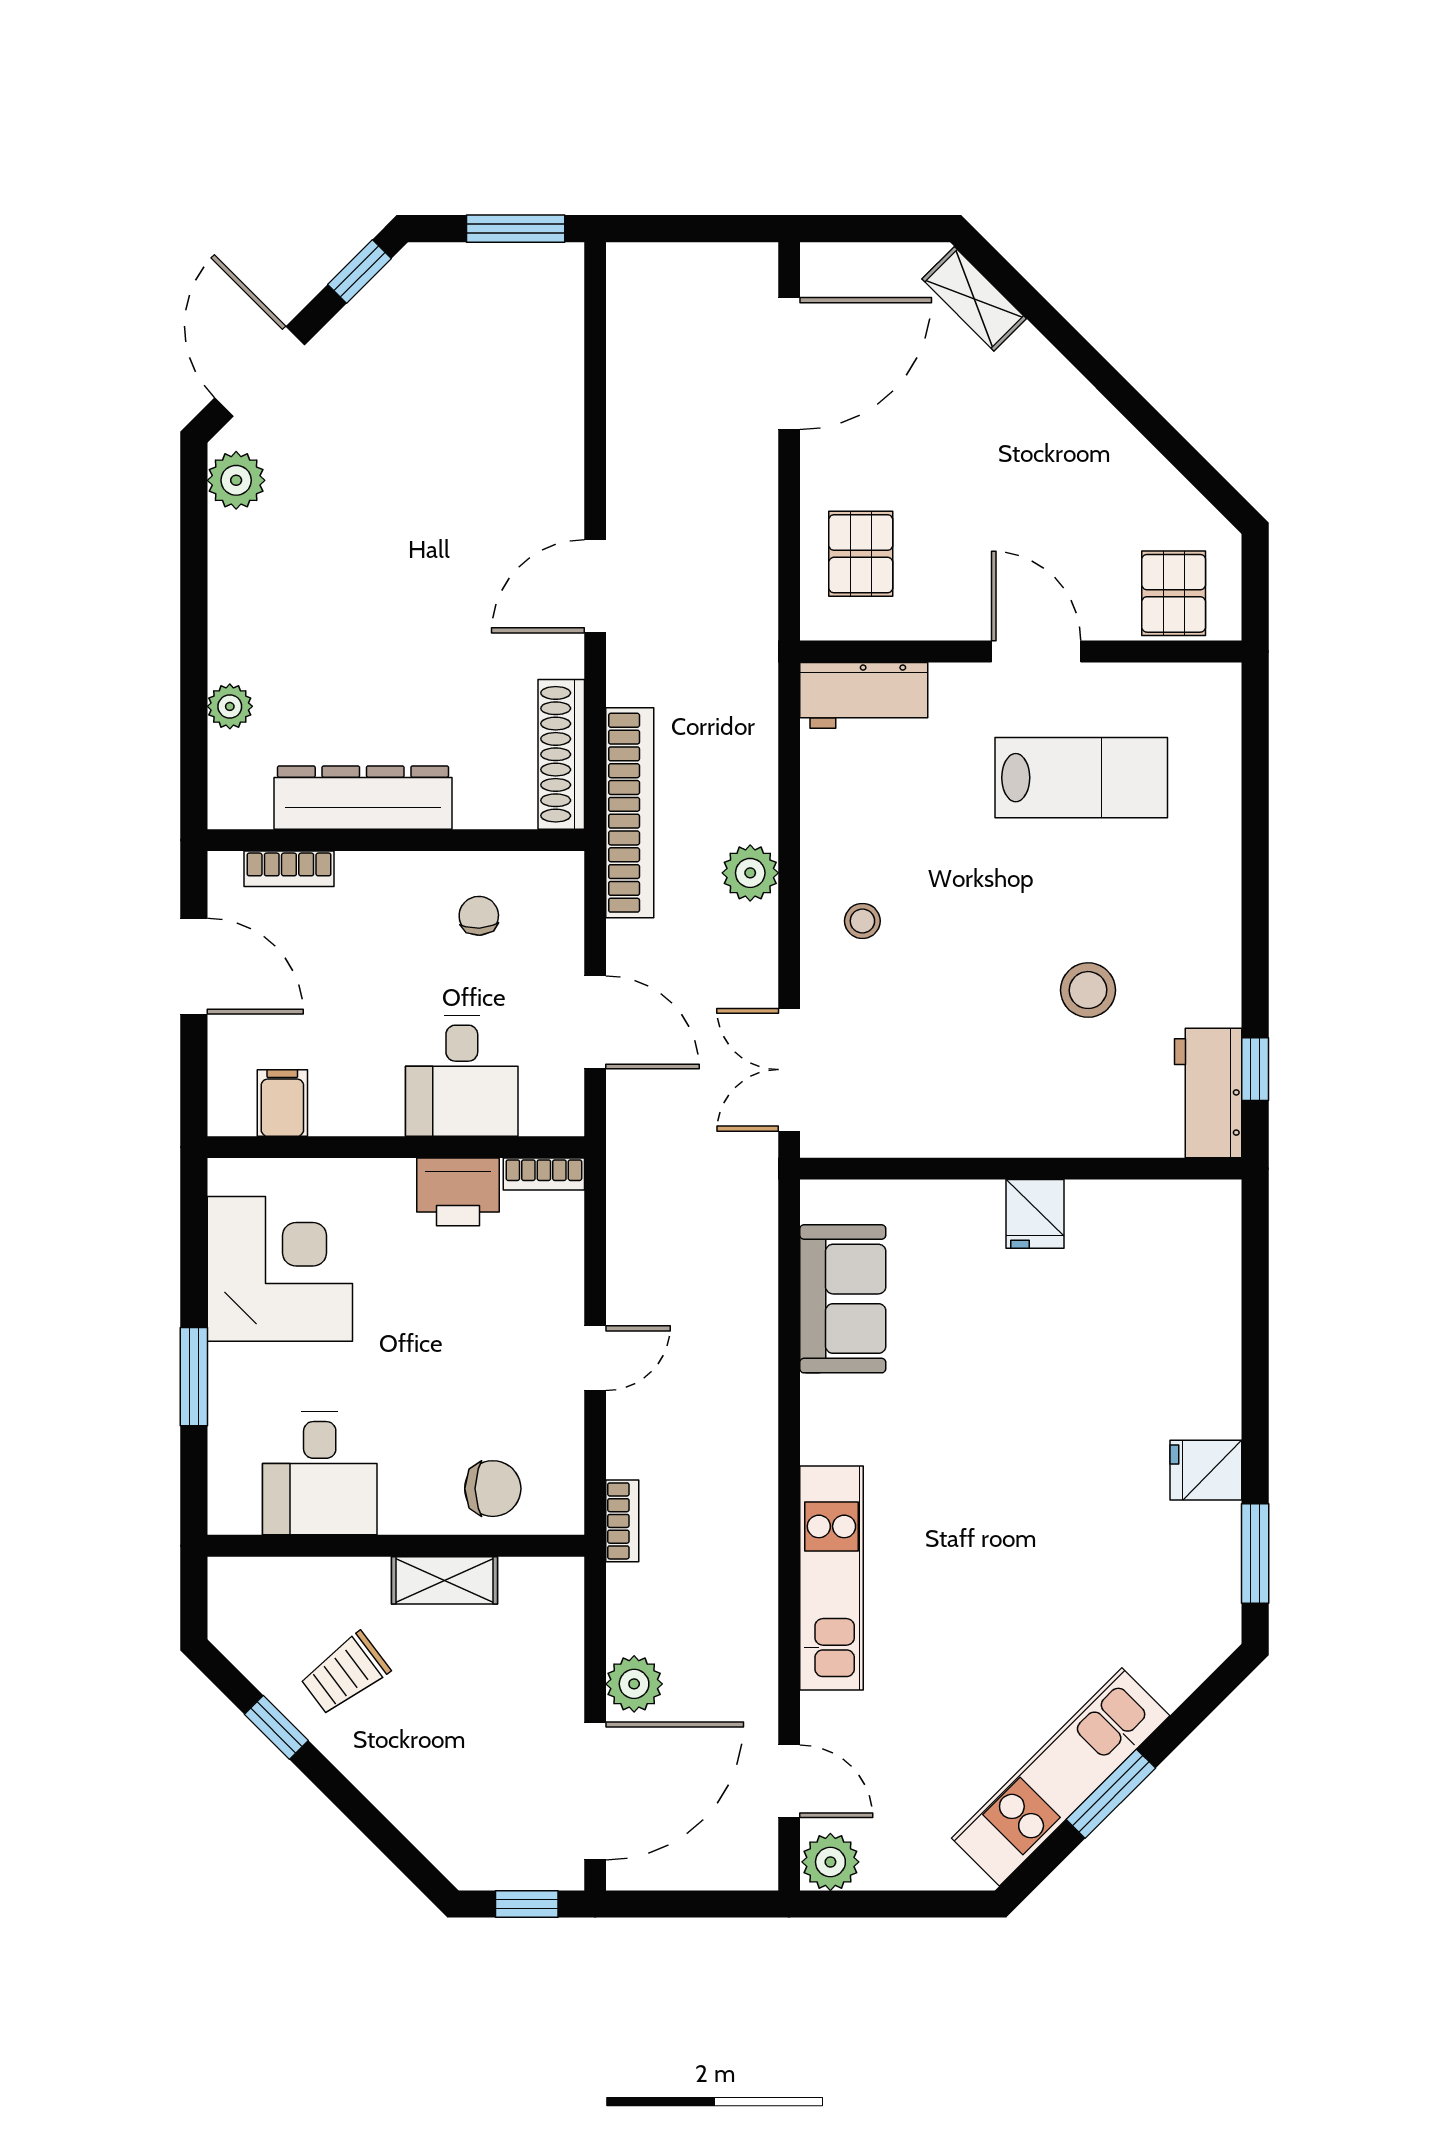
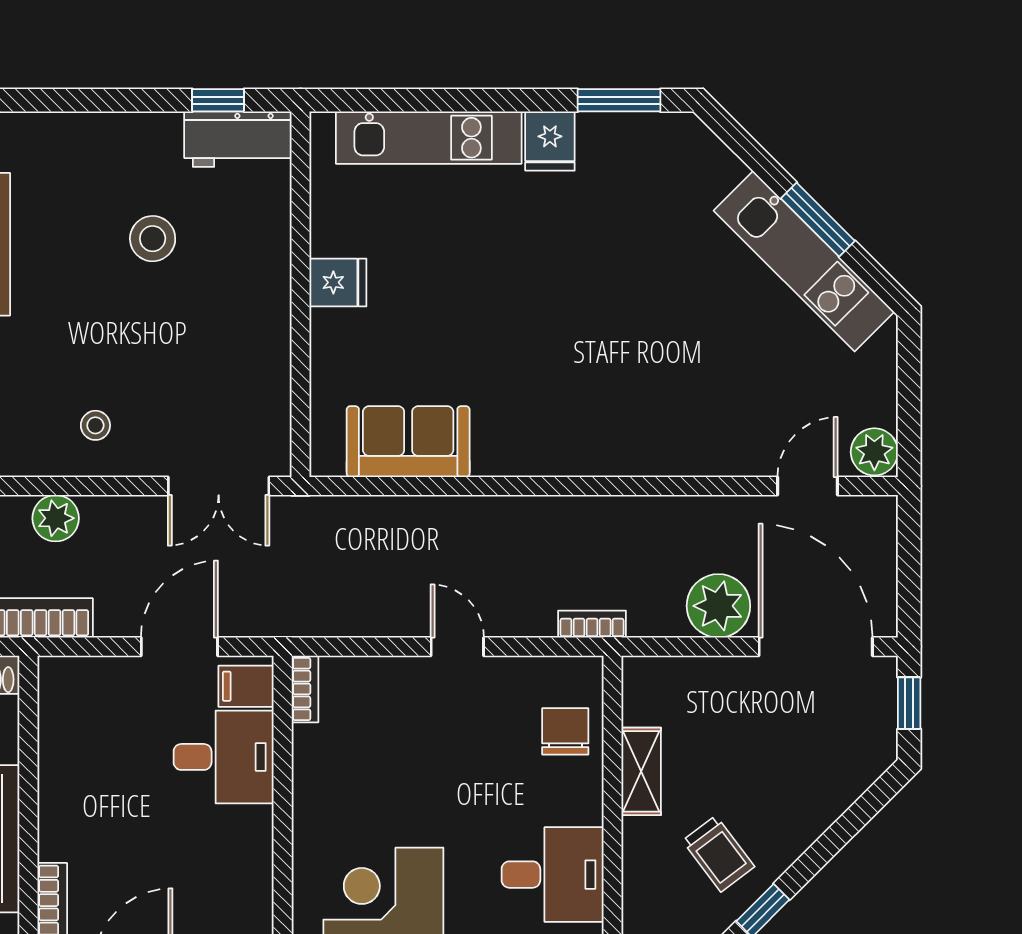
chair: (479, 916) -> (91, 743), removed
filing cabinet: (282, 1103) -> (246, 686), moved
printer: (458, 1192) -> (320, 760), removed
kitchen unit: (831, 1578) -> (429, 138), moved, turned 180
plant: (634, 1684) -> (718, 606), width x1.36, depth x1.36

